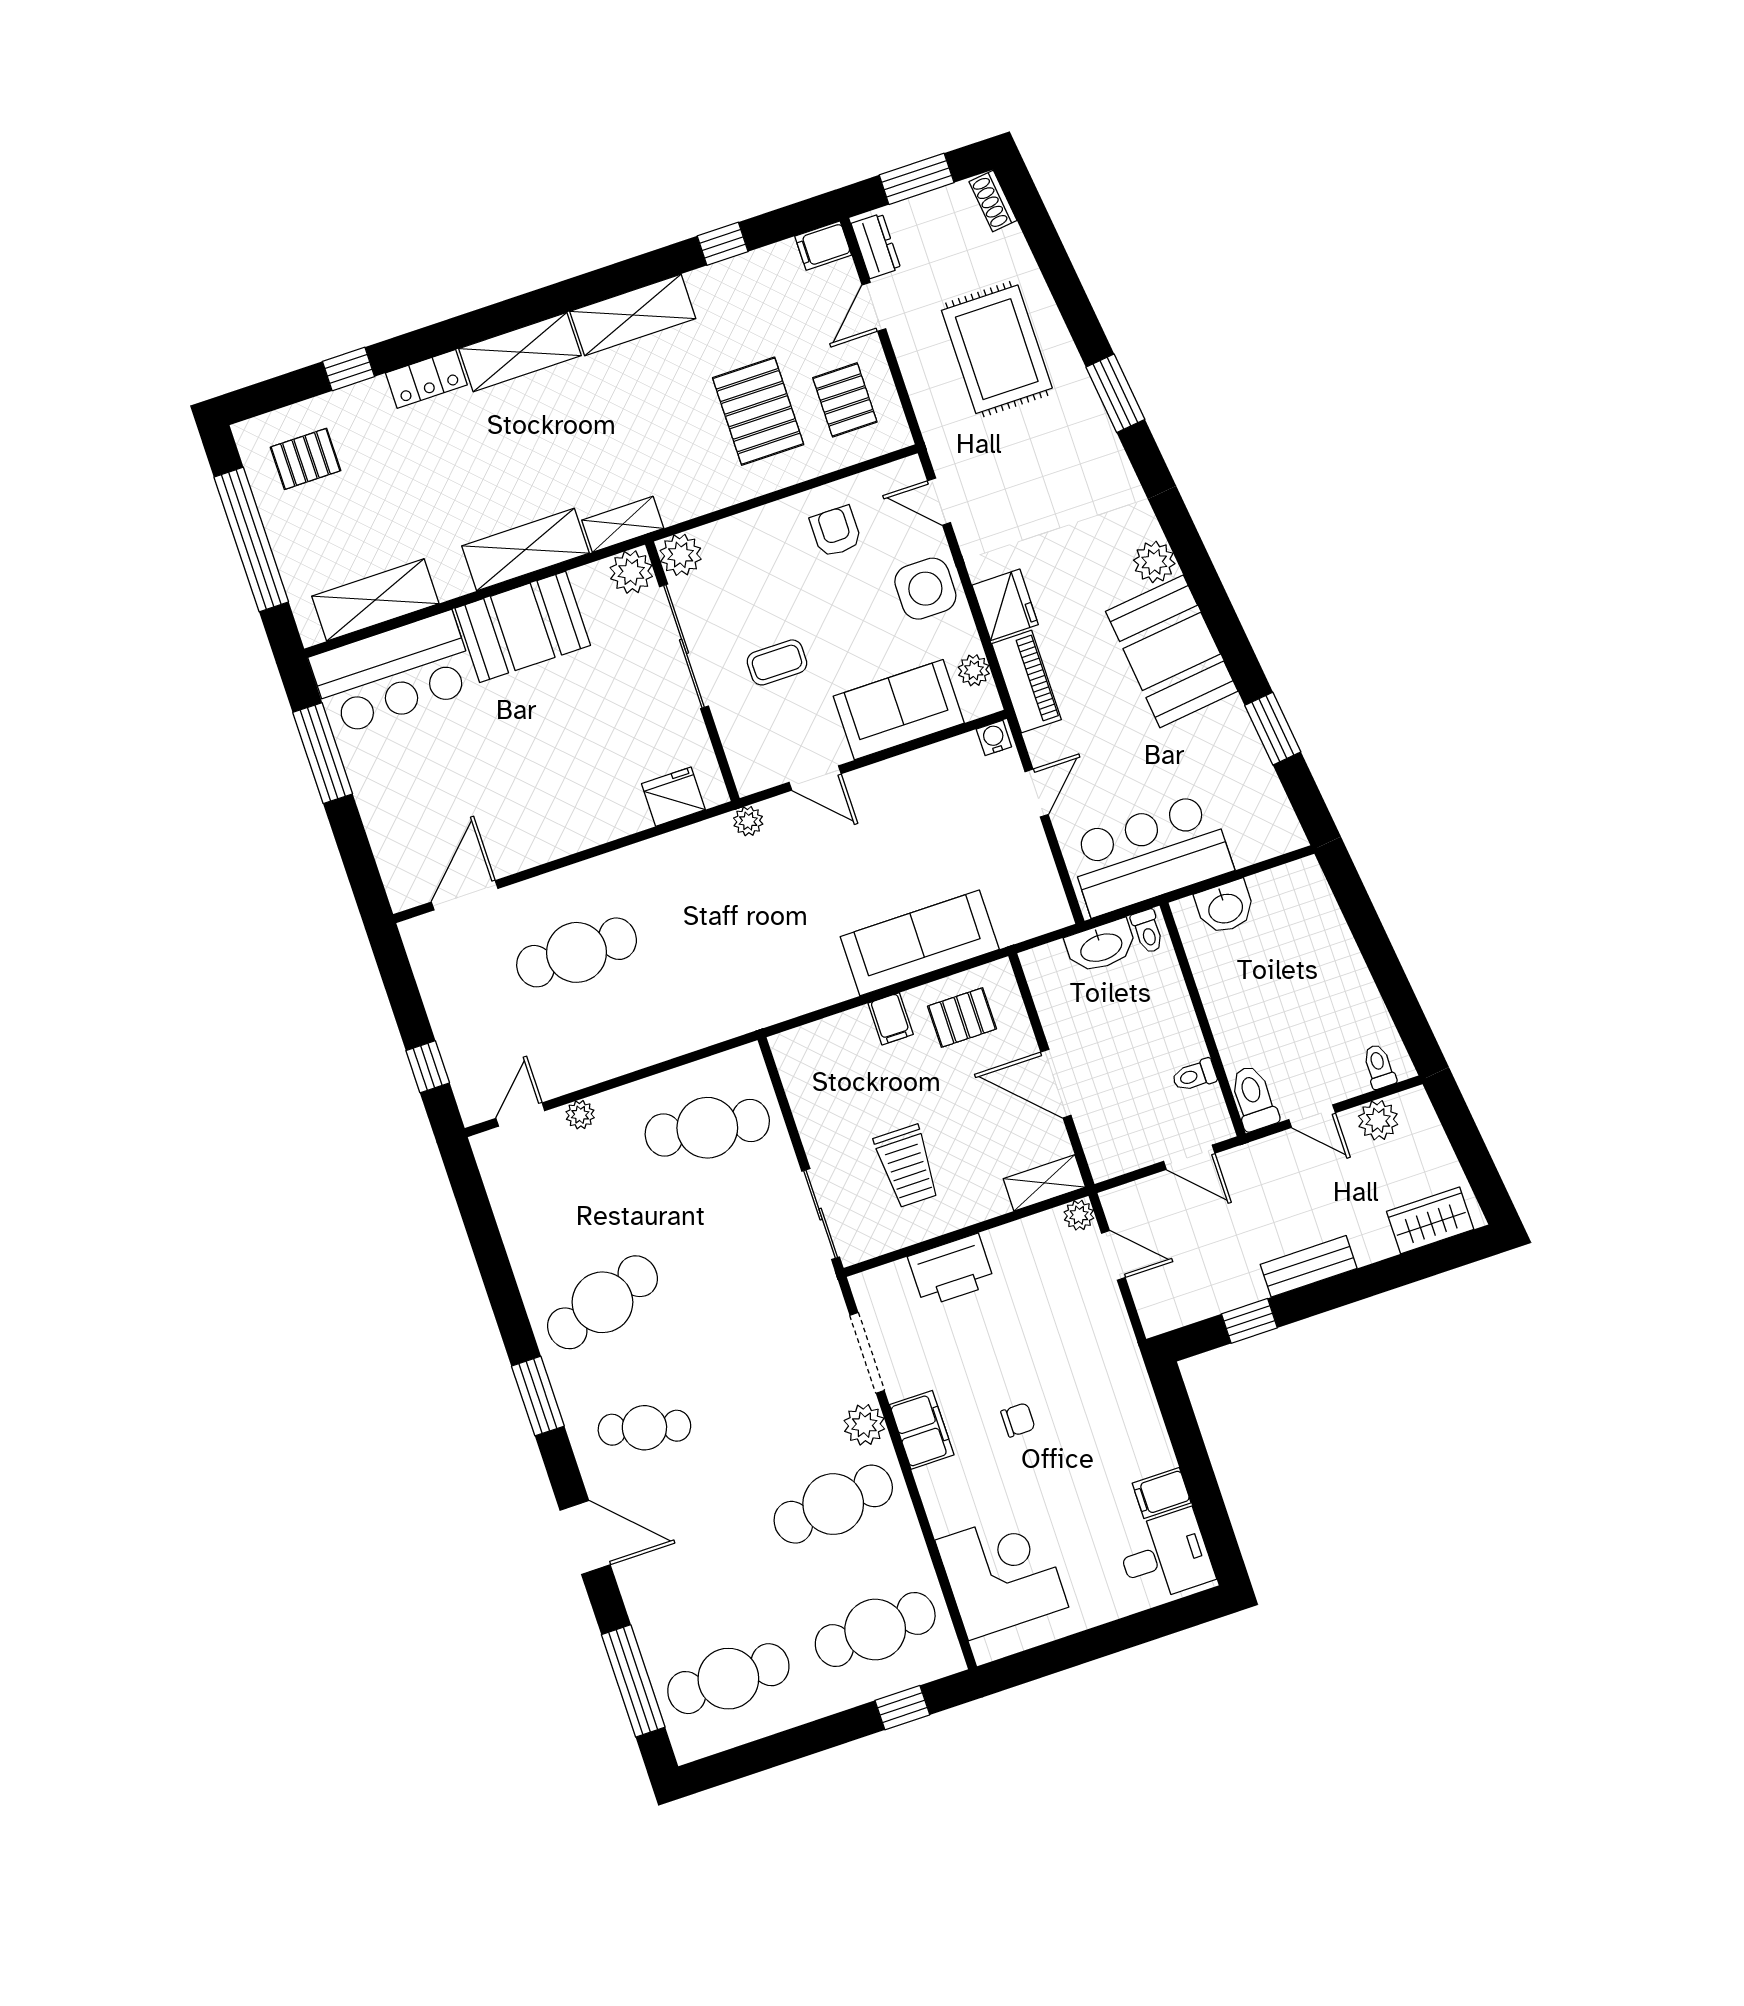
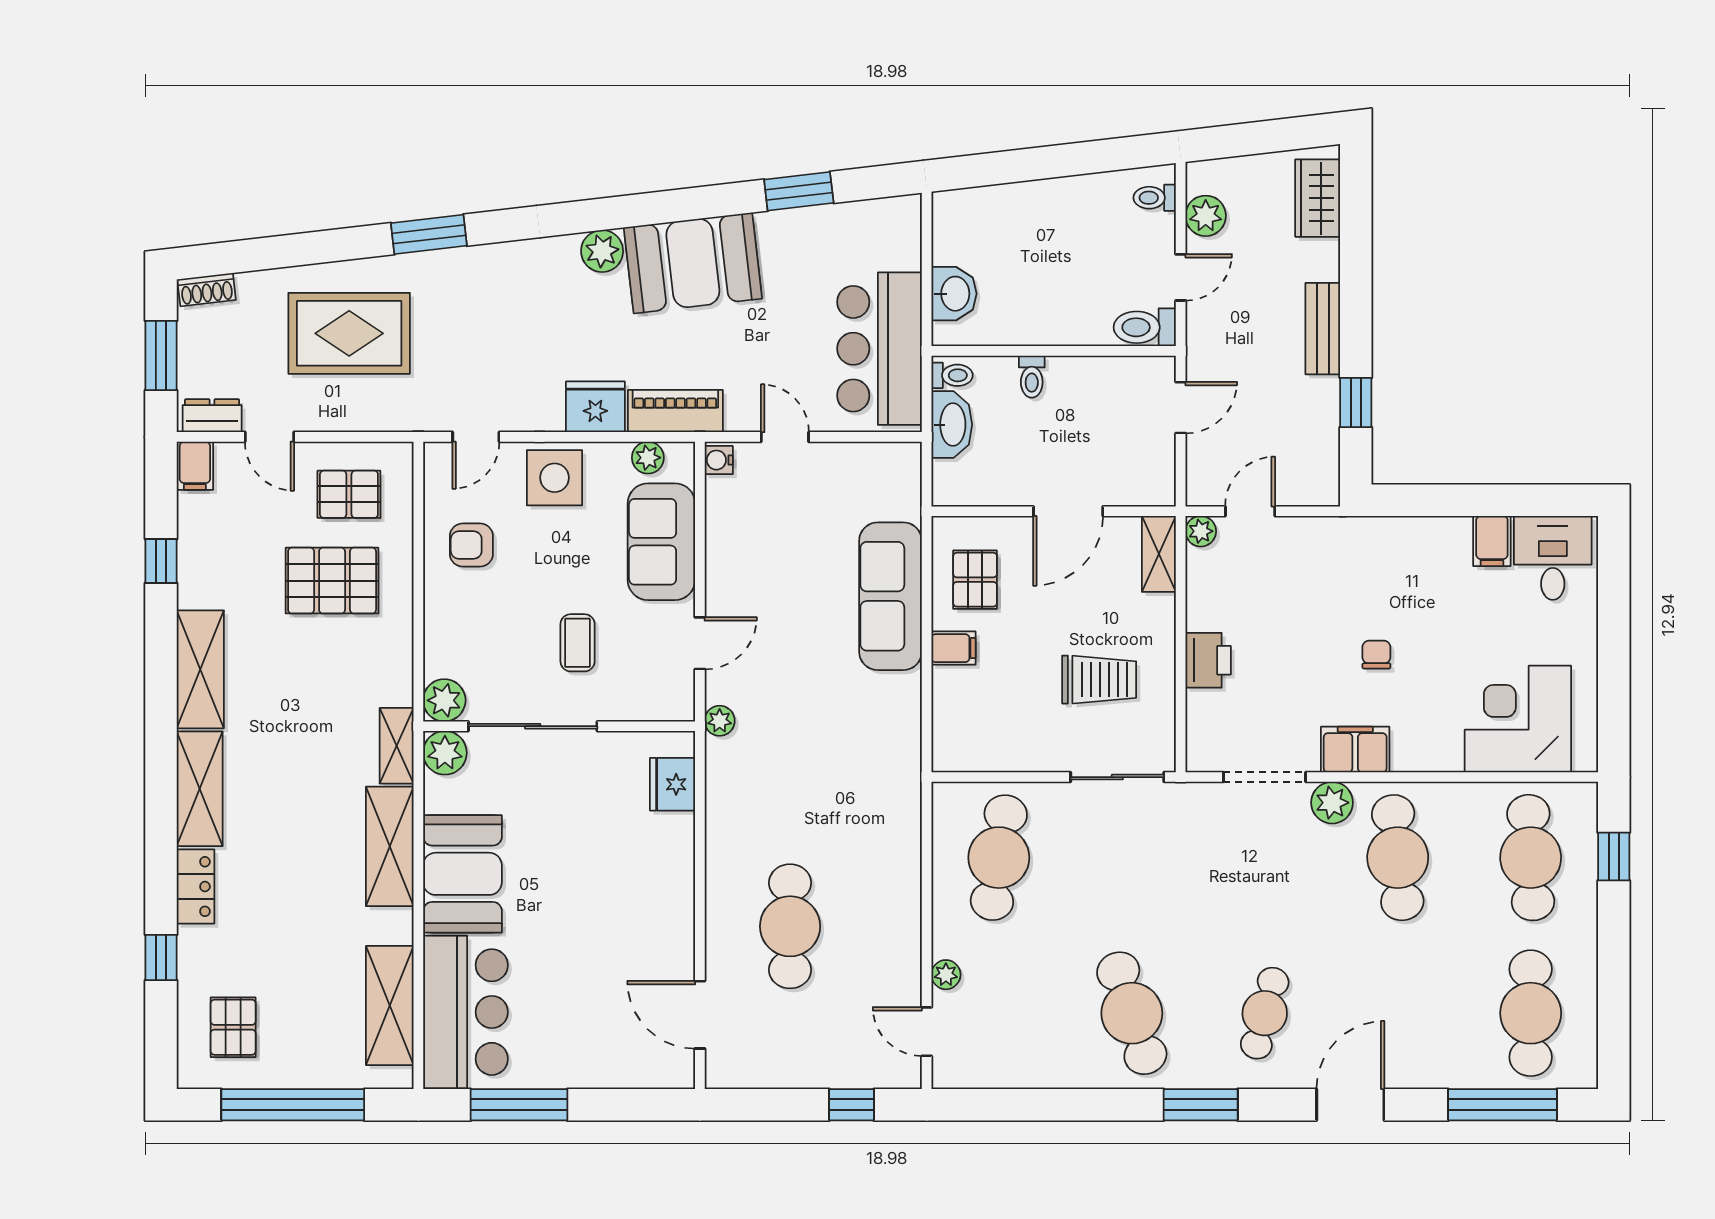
toilet: (1194, 1075) -> (1032, 377), moved
printer: (951, 1270) -> (1208, 660), width x0.73, depth x0.84

